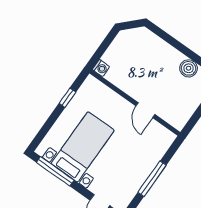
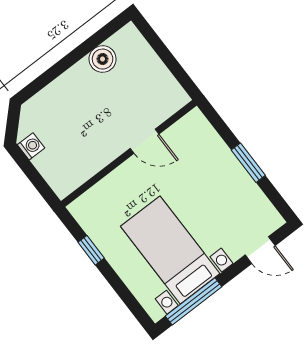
washing machine: (101, 68) -> (31, 146), moved
window: (152, 179) -> (248, 163), width x0.69

